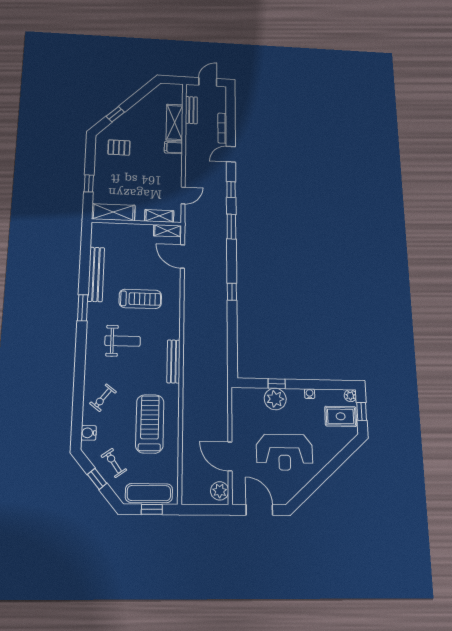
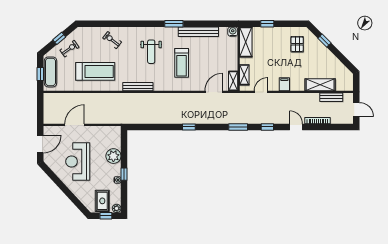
filing cabinet: (173, 148) -> (284, 84), moved
door: (183, 195) -> (261, 92), swing flipped
window: (277, 384) -> (124, 174), moved
water cooler: (89, 433) -> (233, 32), moved
plant: (220, 491) -> (52, 118), removed

